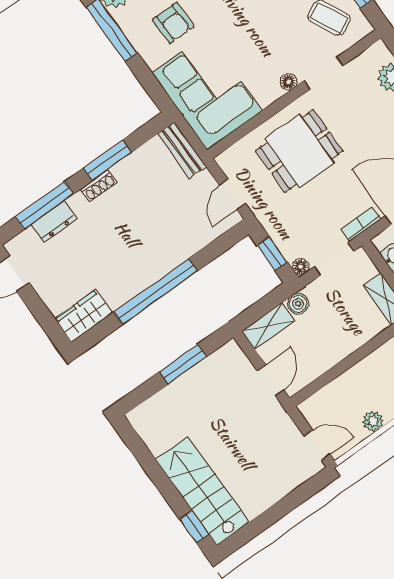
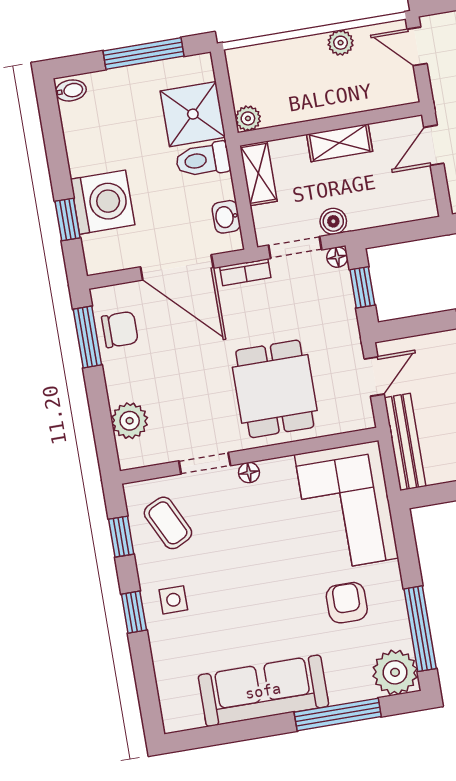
bench: (182, 150) -> (405, 442), width x1.36
dining table: (299, 151) -> (275, 389), turned 90
boiler: (298, 304) -> (333, 221), moved
shelving: (268, 326) -> (340, 143), moved

